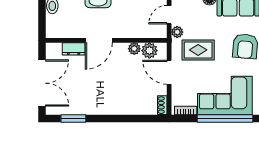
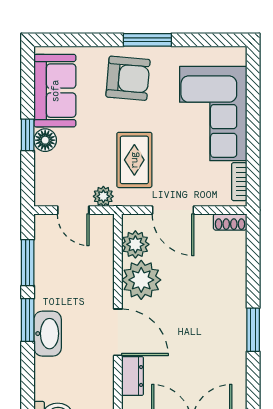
plant: (134, 49) -> (141, 280), width x1.88, depth x1.88
door: (169, 72) -> (173, 210), hinge flipped
window: (73, 118) -> (253, 330), moved
window: (225, 118) -> (253, 113), removed

